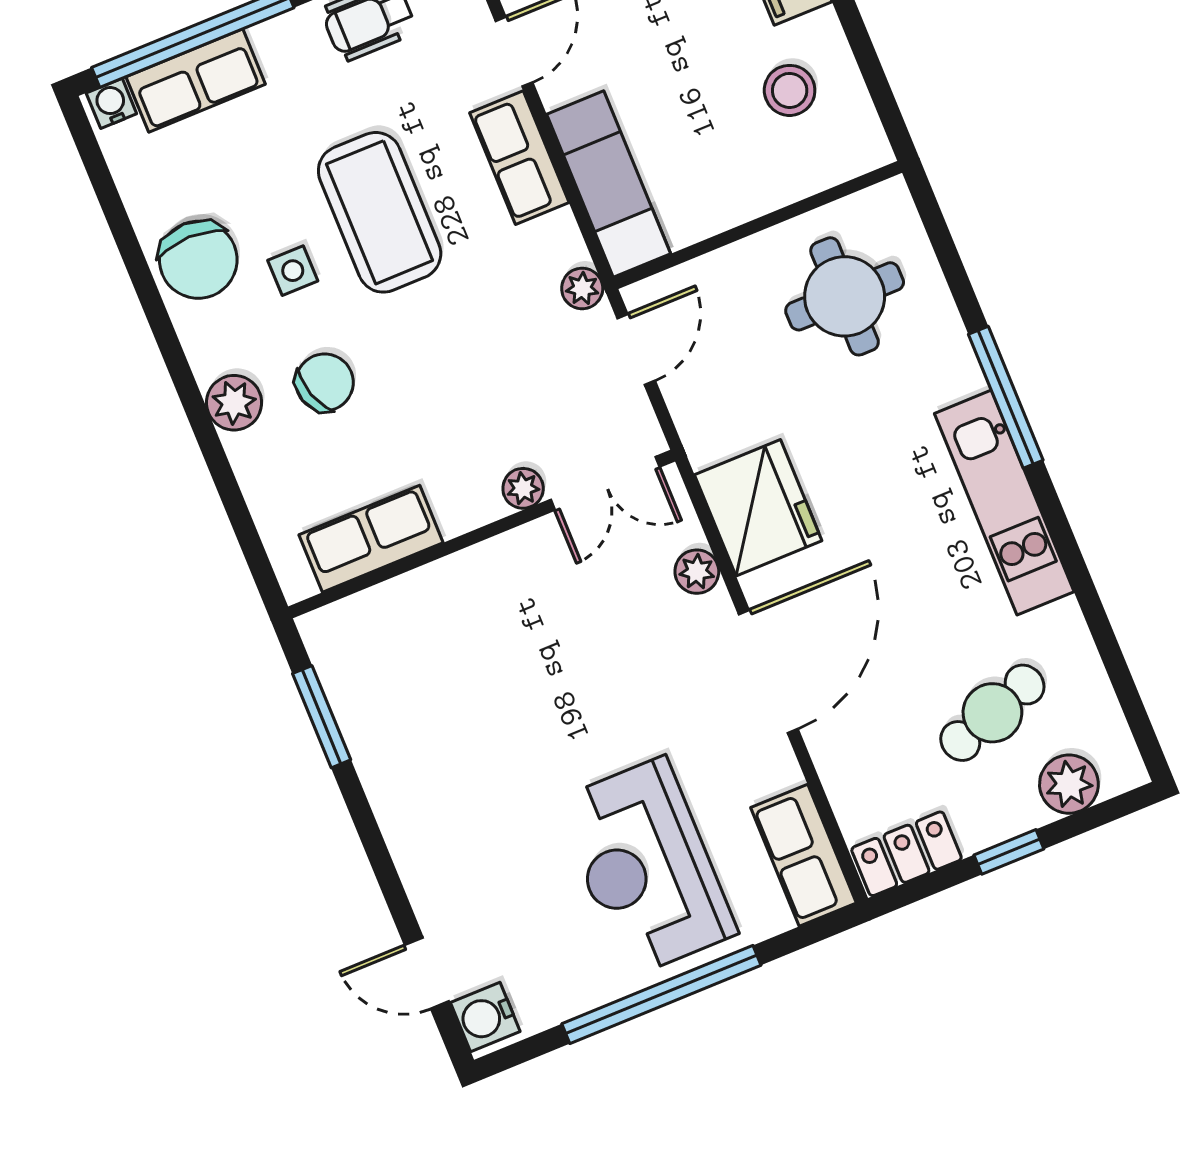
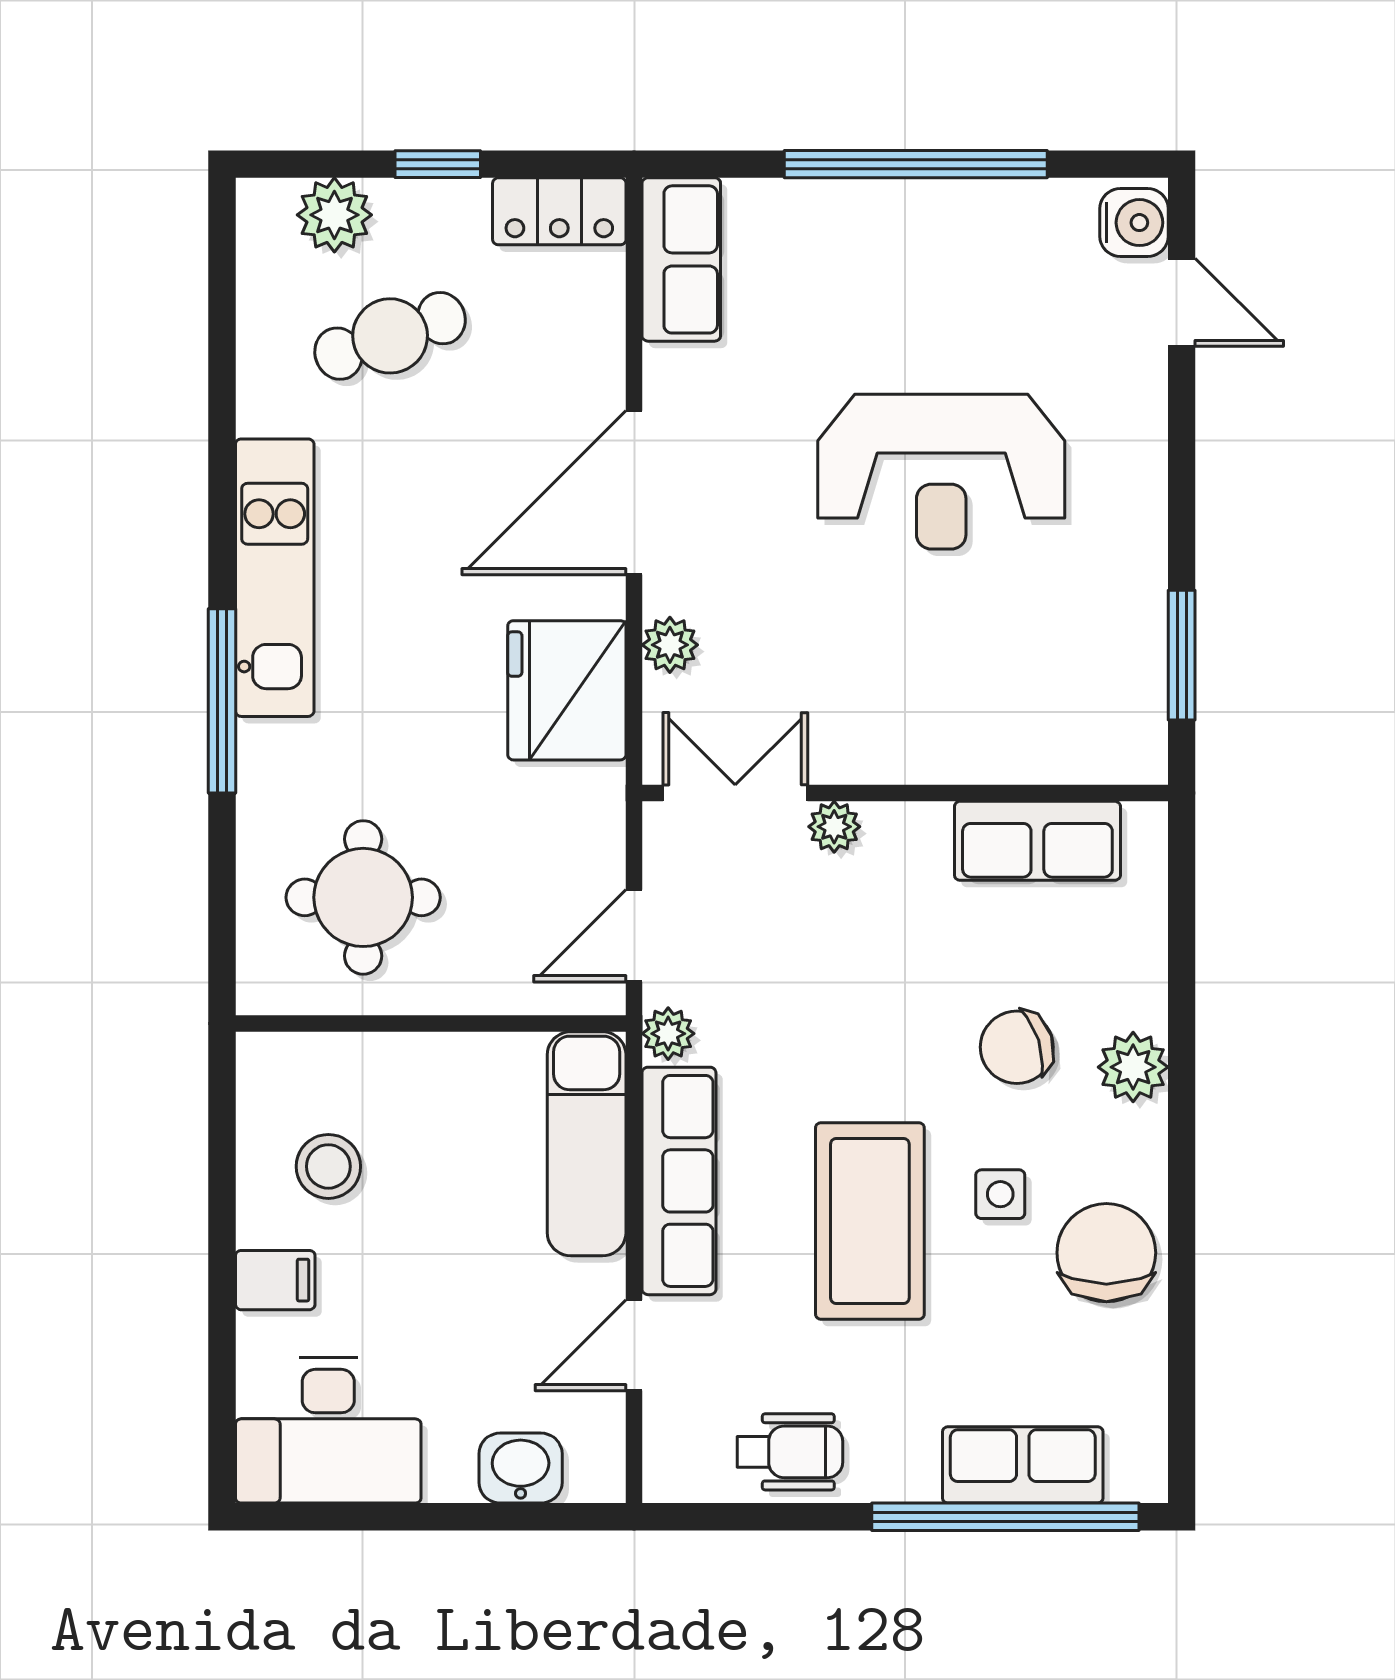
water cooler: (111, 103) -> (1133, 1479), removed
row of seats: (519, 158) -> (679, 1181), width x1.48
reception desk: (646, 867) -> (941, 472), moved, turned 90

